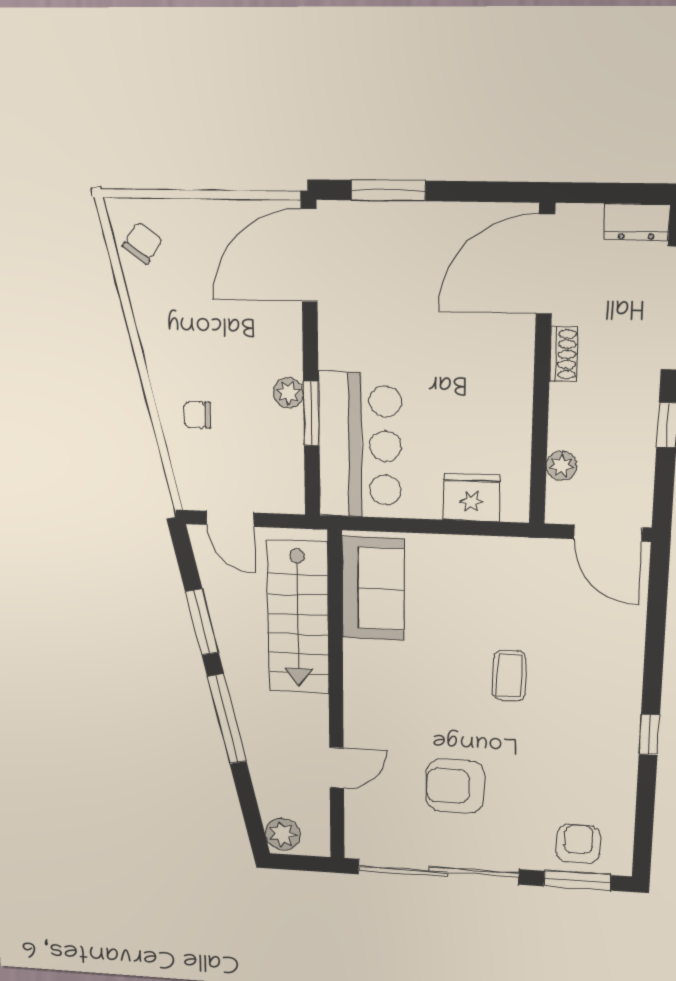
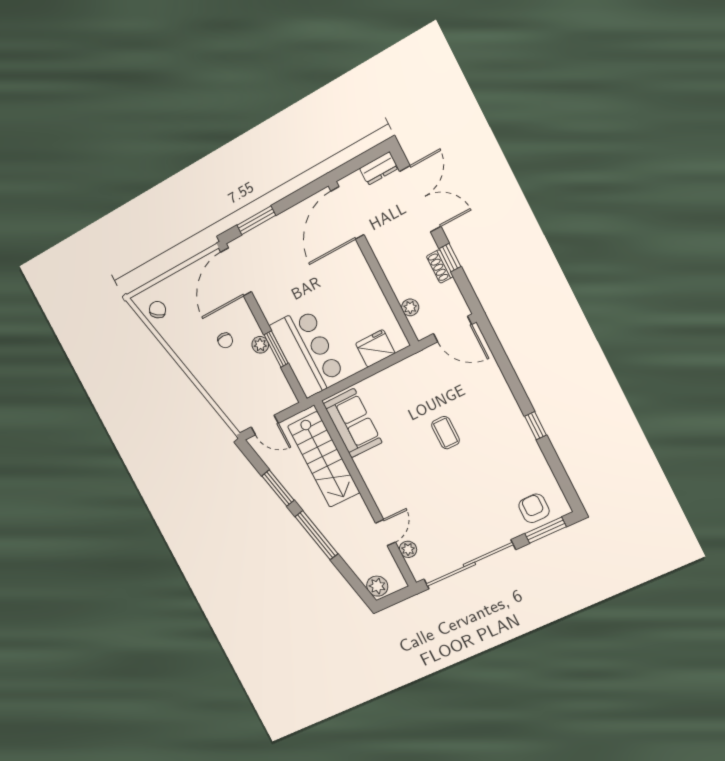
shoe rack: (564, 354) -> (440, 266), moved, turned 180
chair: (197, 415) -> (225, 340), moved, turned -90
armchair: (455, 786) -> (451, 510), removed
plant: (358, 807) -> (408, 549), added

